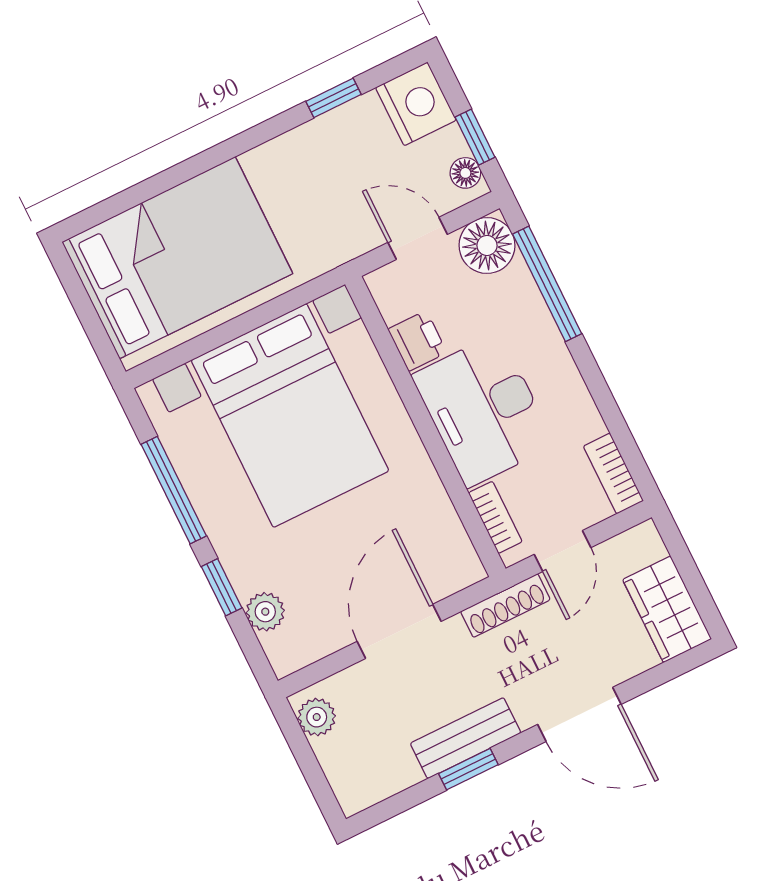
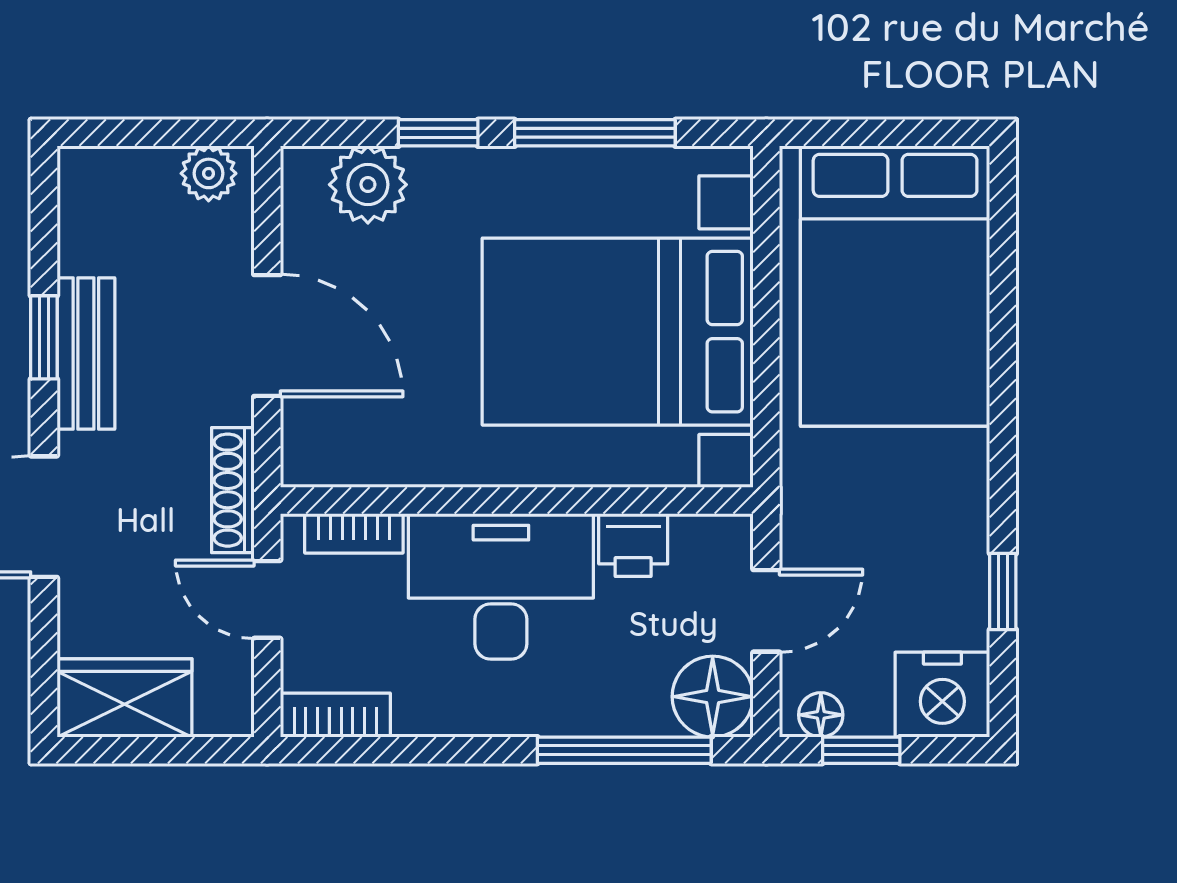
plant: (265, 612) -> (368, 185), width x1.38, depth x1.38

